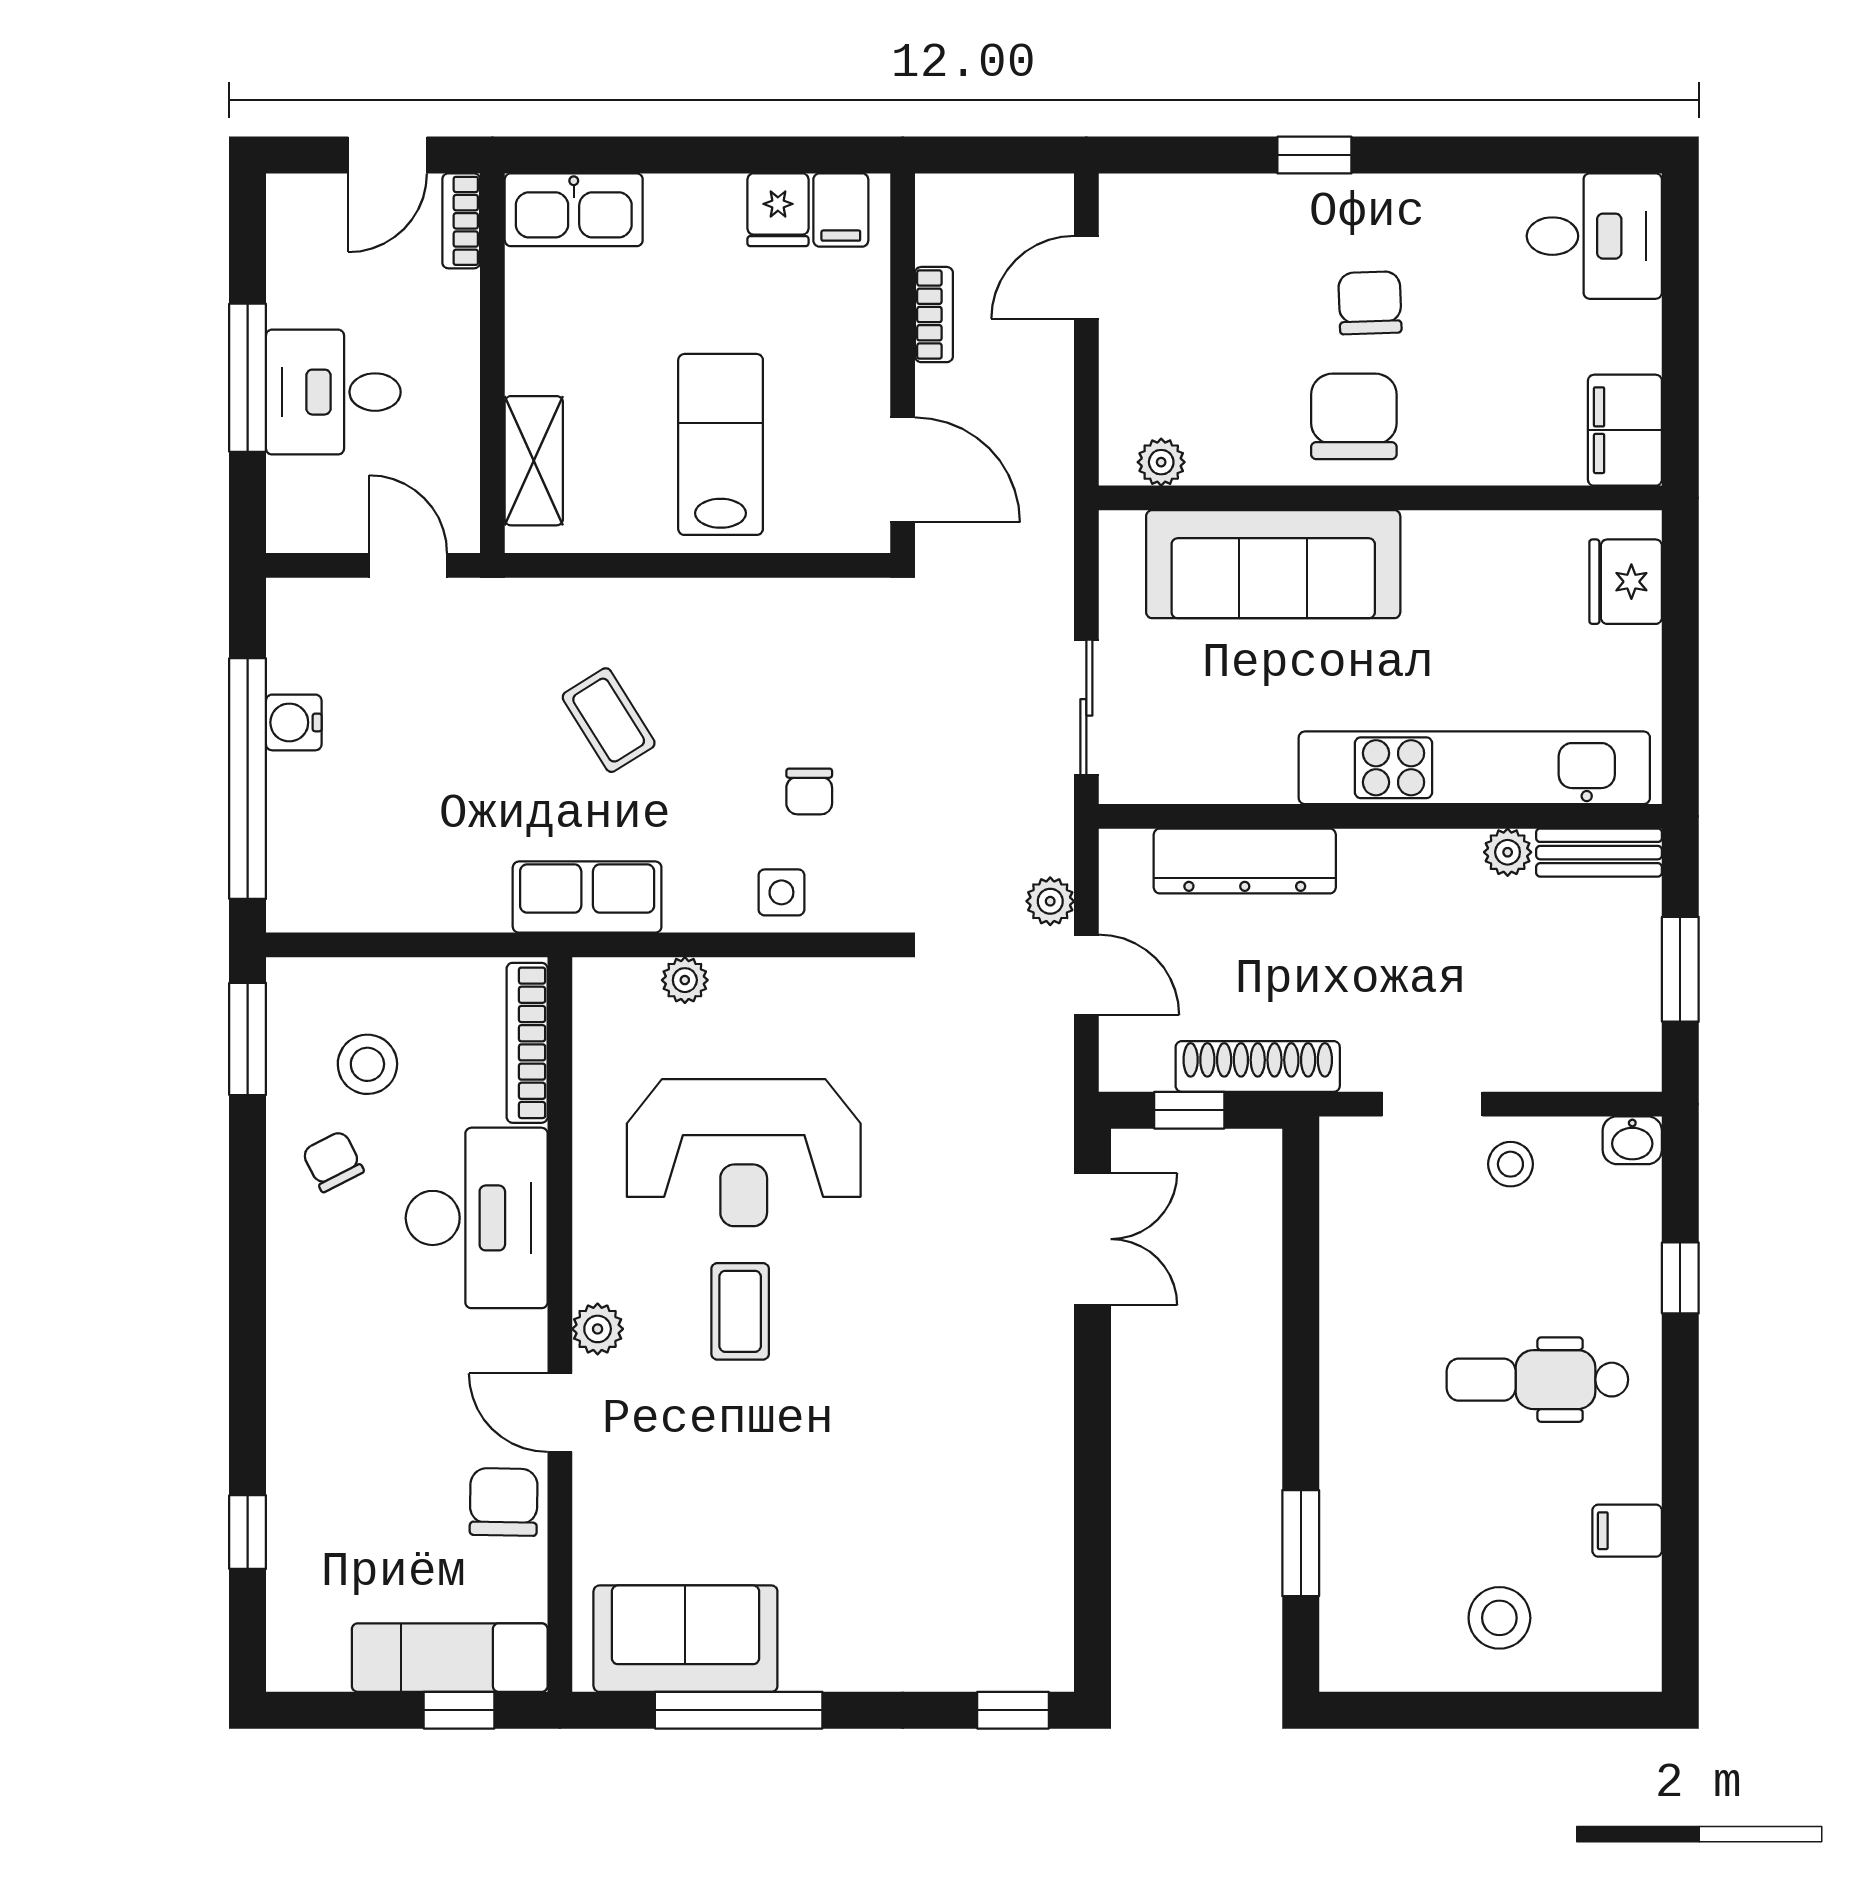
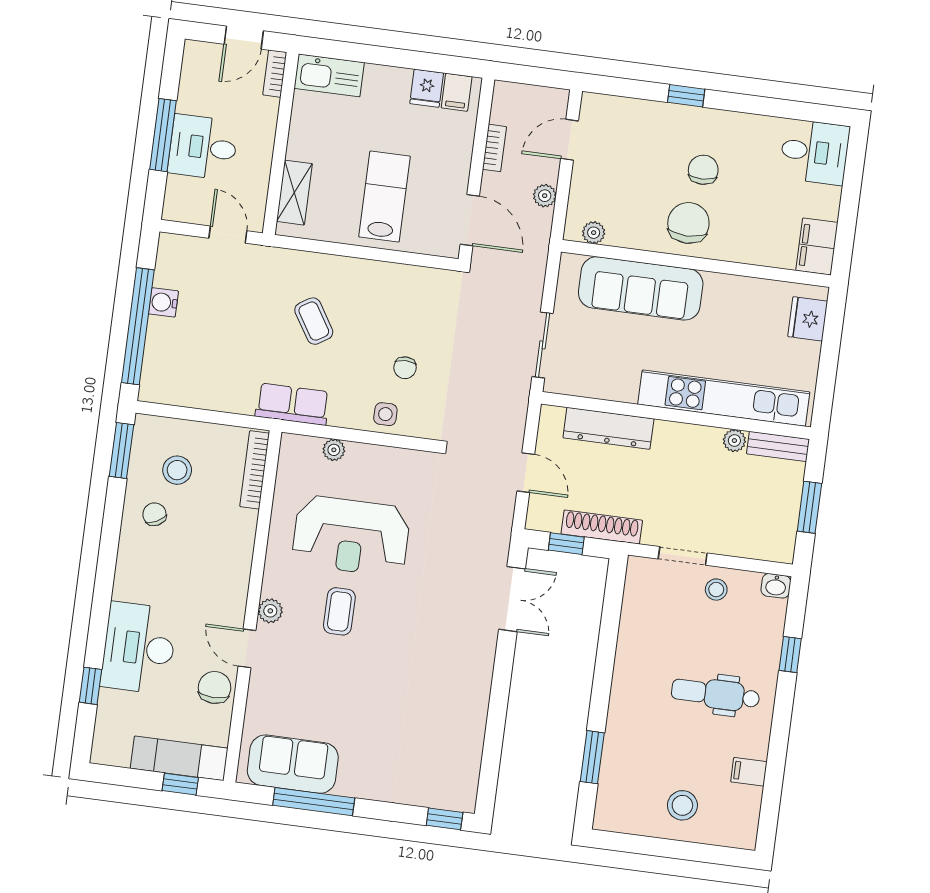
plant: (1050, 901) -> (545, 196), moved
desk: (477, 1218) -> (139, 648), moved, turned 180

